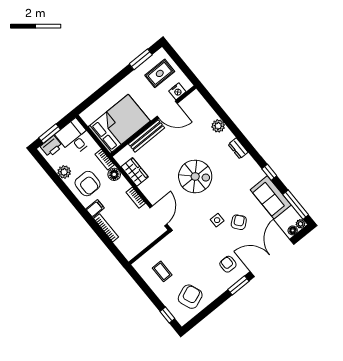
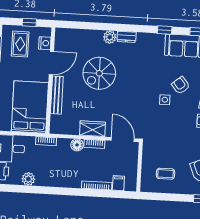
window: (182, 66) -> (29, 22), added
plant: (218, 126) -> (110, 37), moved
wardrobe: (135, 172) -> (92, 129), moved
floor lamp: (114, 174) -> (77, 145), moved
spiral stairs: (195, 176) -> (99, 73), moved, turned 180
armchair: (88, 184) -> (52, 170), removed
filing cabinet: (95, 209) -> (118, 183), moved

